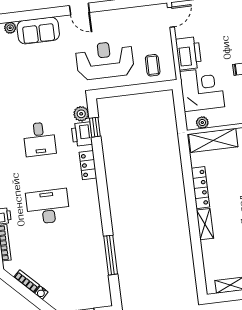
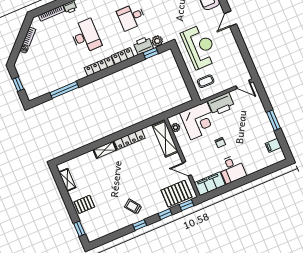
locker: (93, 200) -> (99, 66), added

